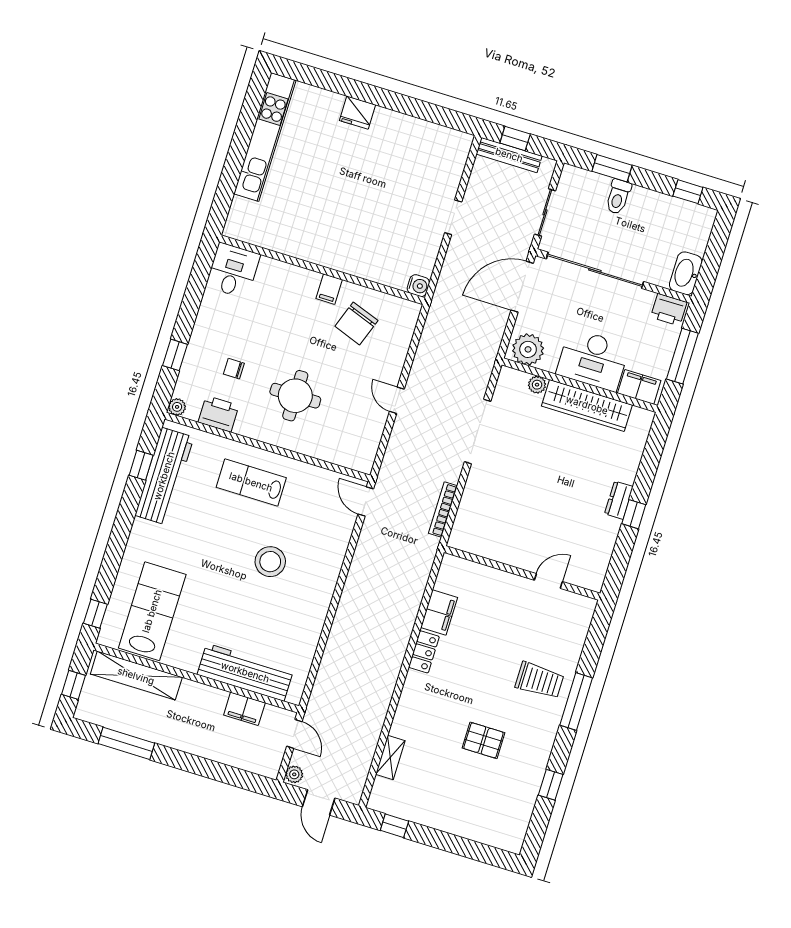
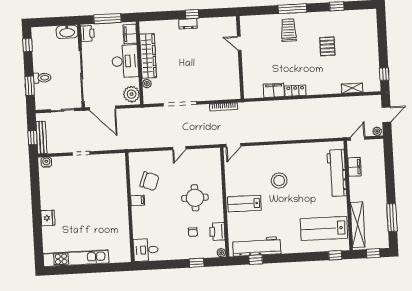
water cooler: (418, 286) -> (46, 162), moved
lab bench: (251, 482) -> (244, 204), turned 90

